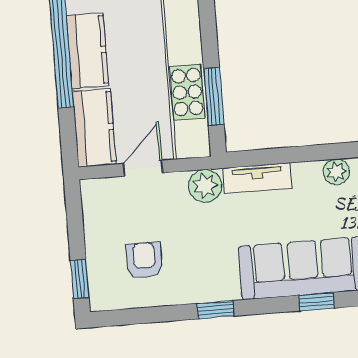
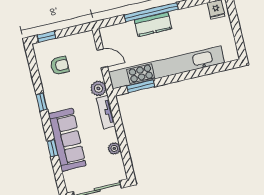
kitchen counter: (94, 128) -> (118, 33), removed

